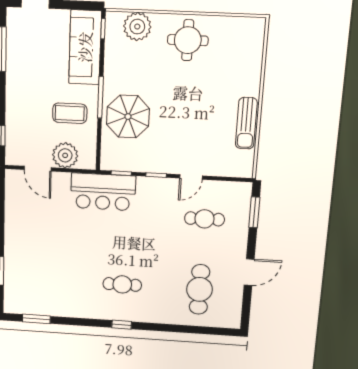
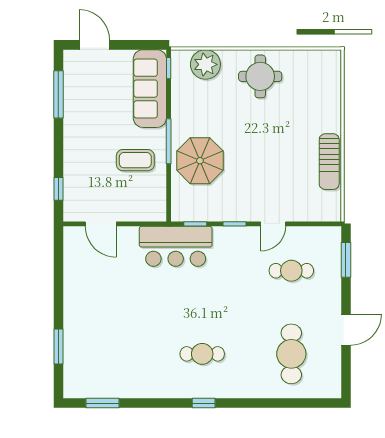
plant: (65, 155) -> (131, 207), removed

